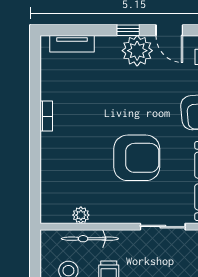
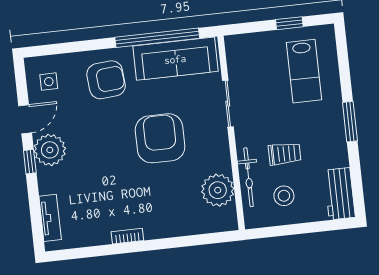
plant: (81, 215) -> (218, 190), width x1.87, depth x1.87

